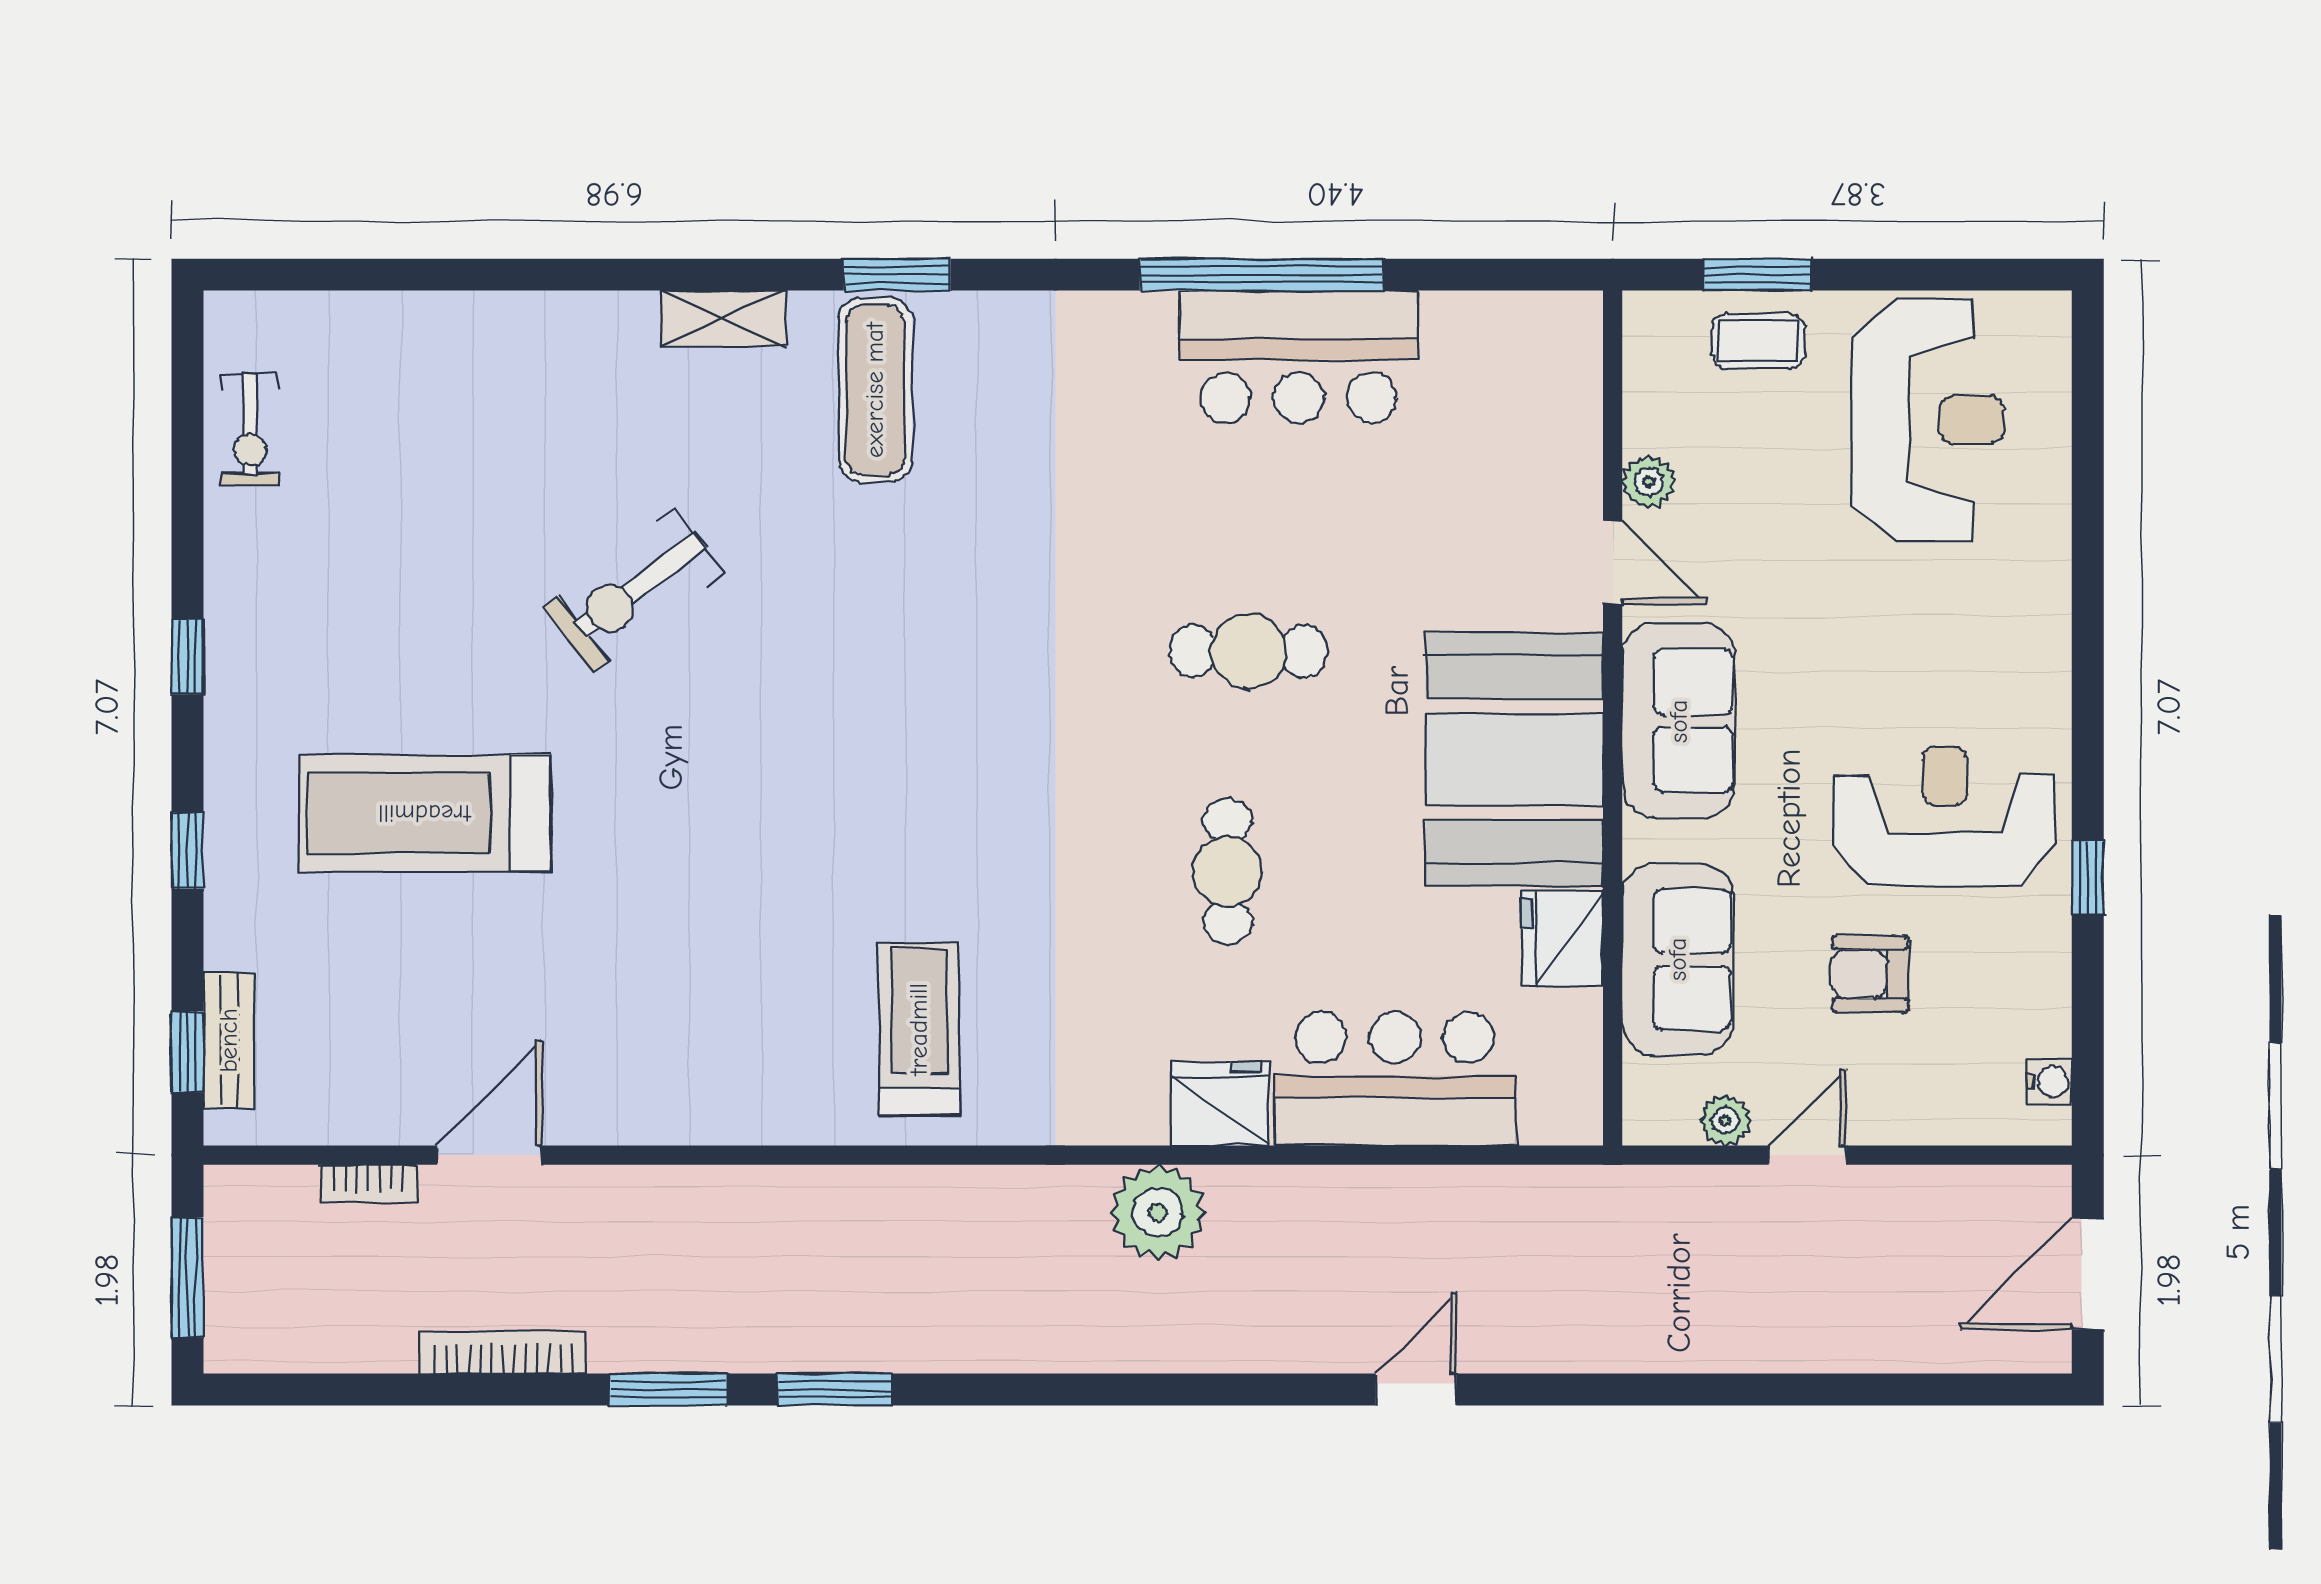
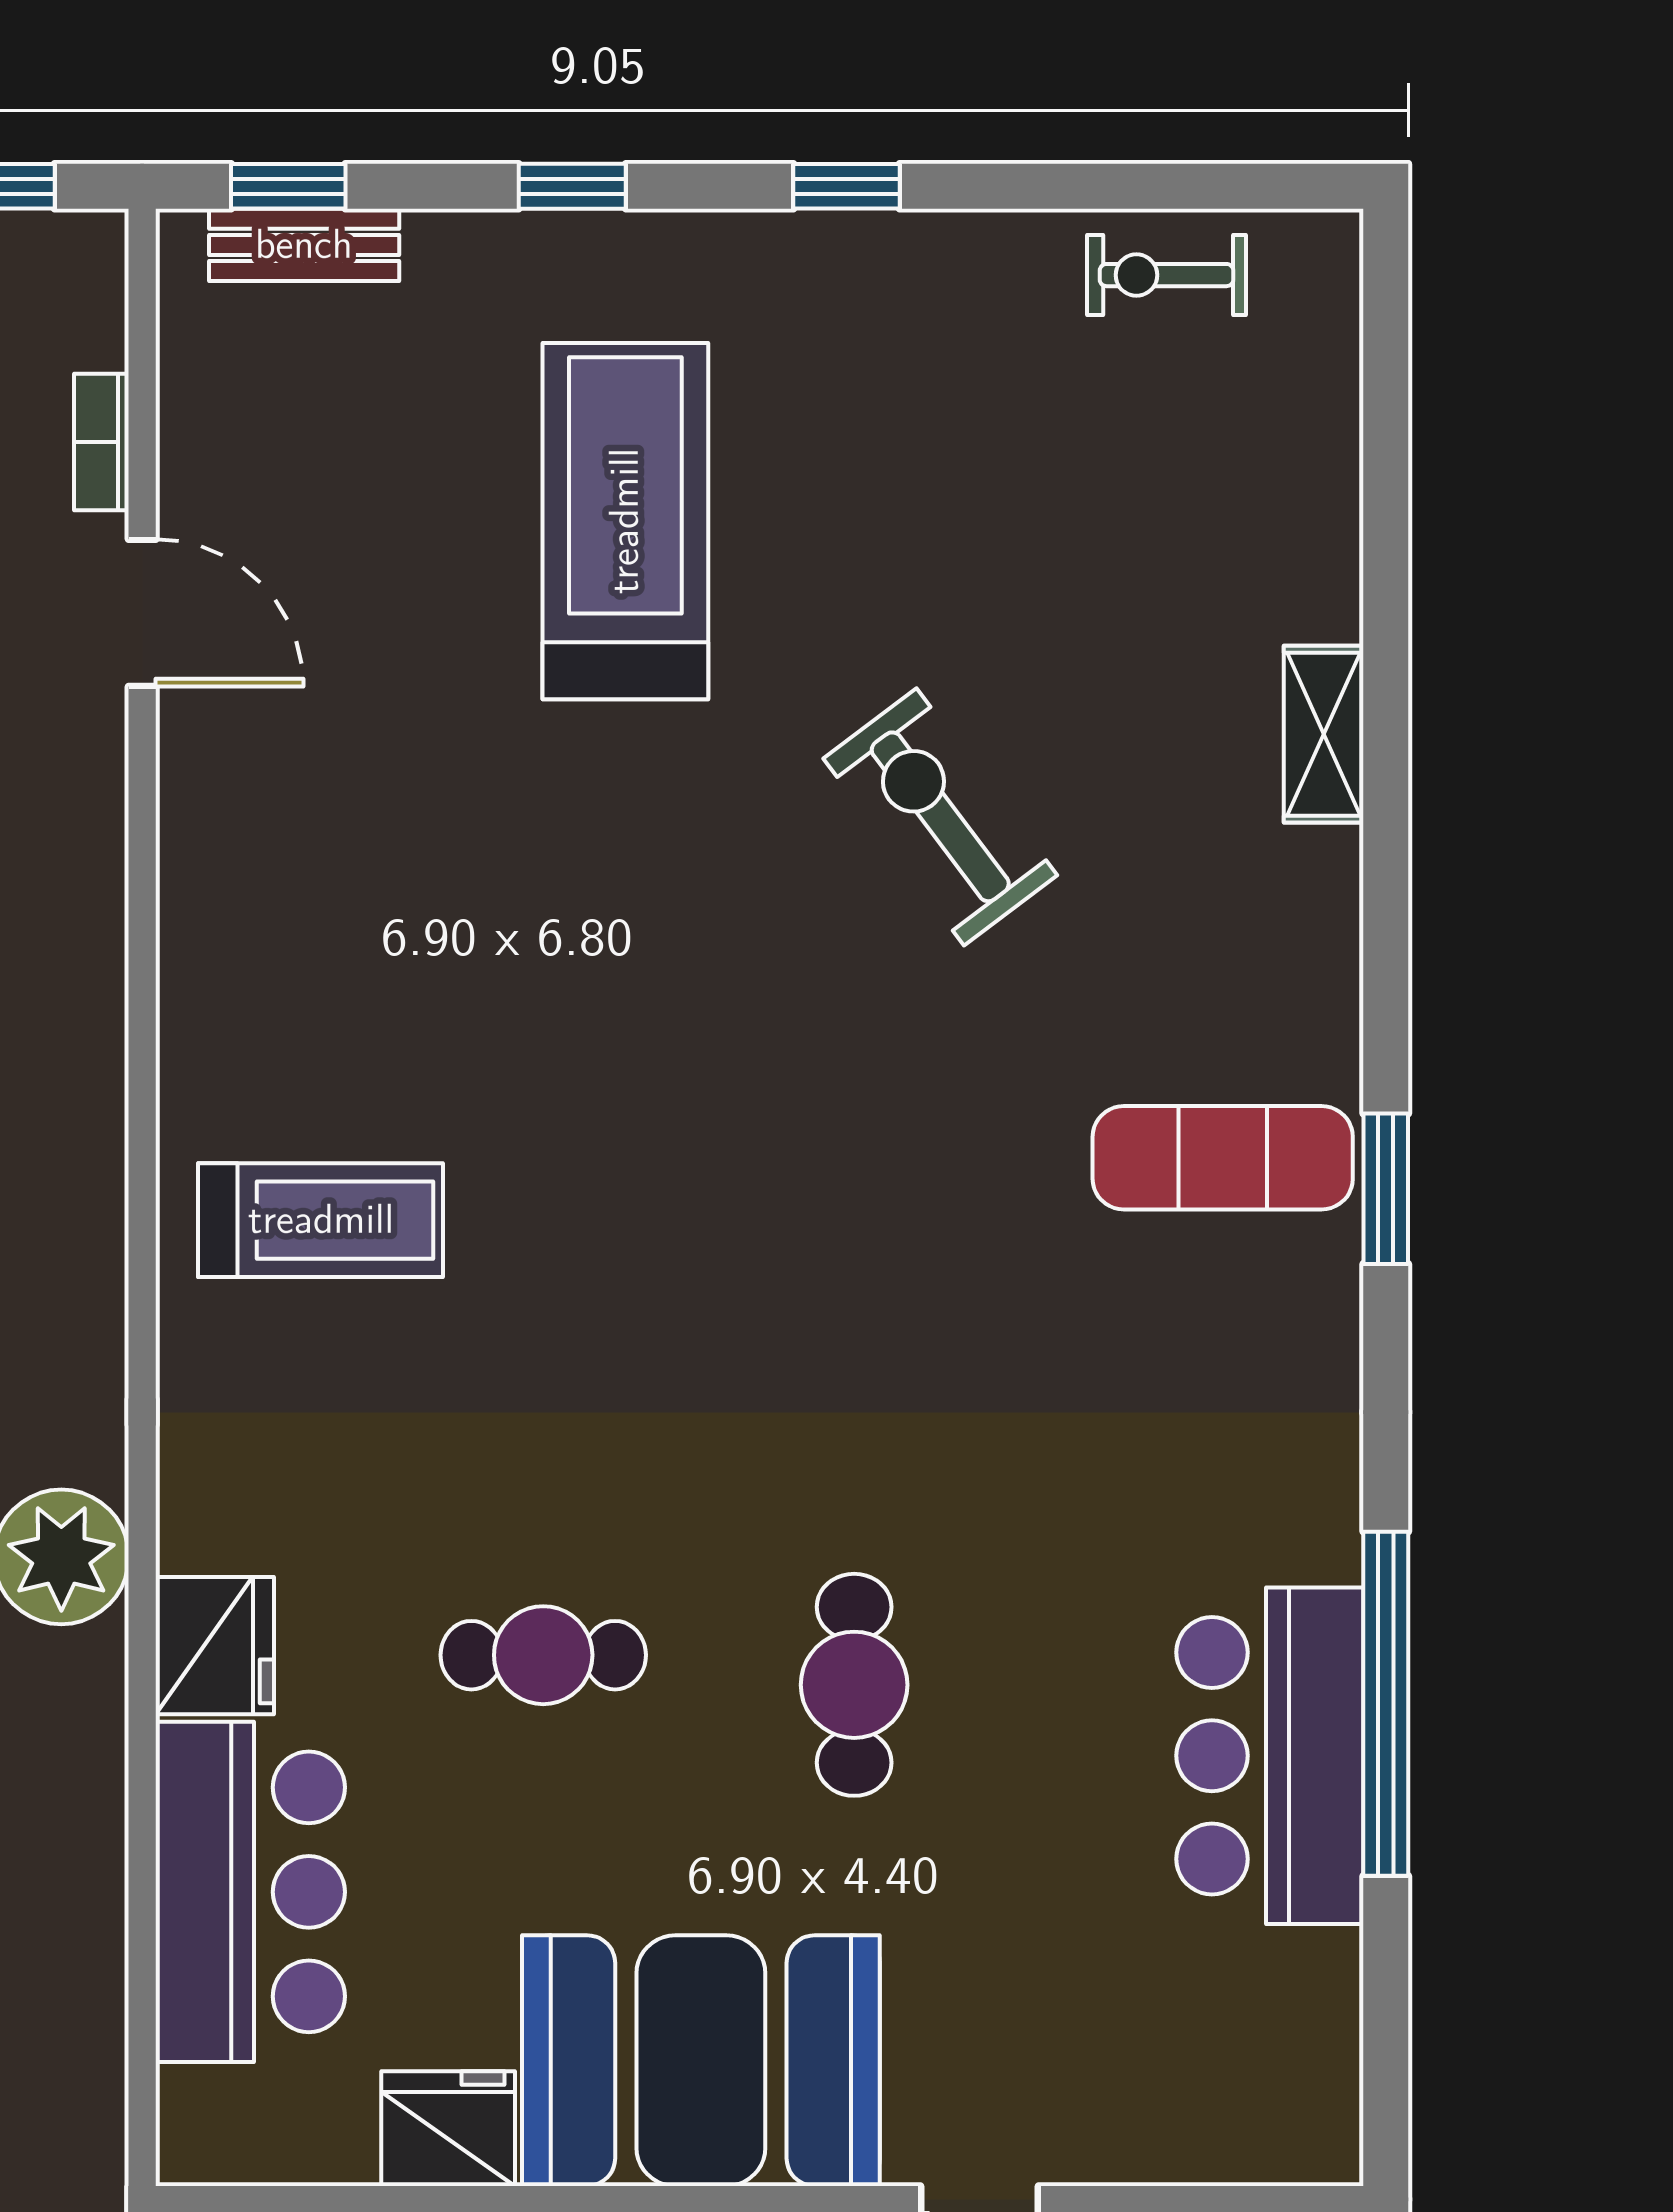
shelving: (724, 319) -> (1324, 734), moved

